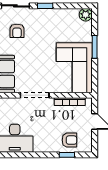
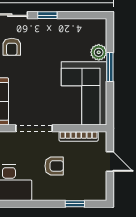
plant: (86, 15) -> (99, 52), moved
armchair: (69, 140) -> (54, 166), moved

